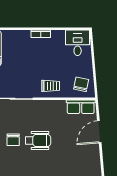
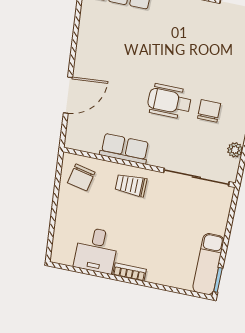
desk: (78, 43) -> (96, 250), moved
row of seats: (81, 107) -> (125, 149), moved

